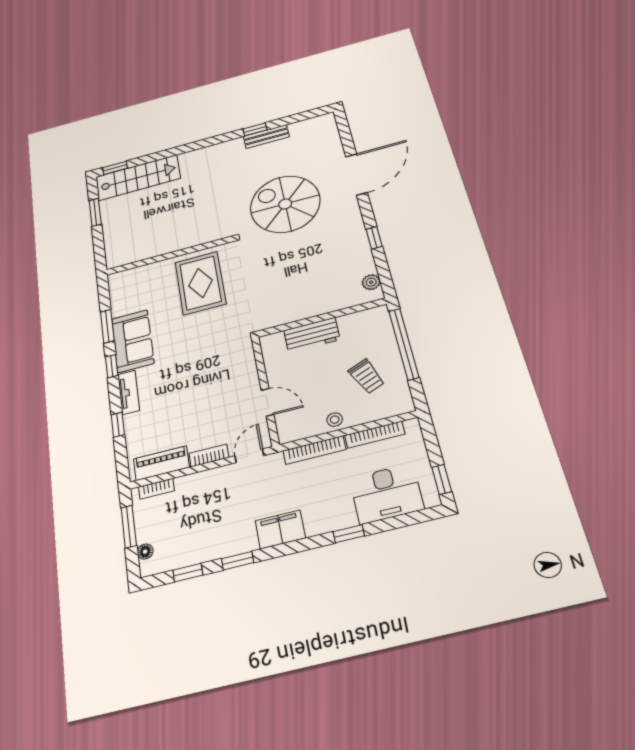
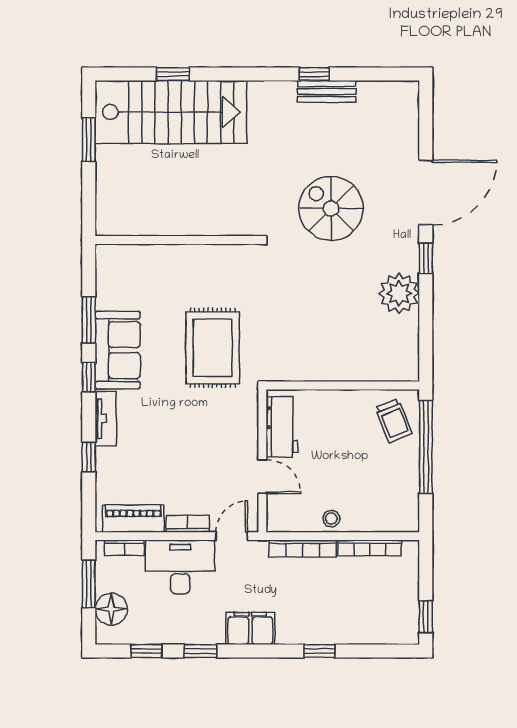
window: (115, 168) -> (173, 74), moved
stairs: (138, 178) -> (171, 112), width x1.36, depth x1.51
spiral stairs: (285, 204) -> (331, 208), width x0.73, depth x0.73
window: (374, 238) -> (426, 258), moved
plant: (371, 282) -> (399, 293), moved, width x1.88, depth x1.88
rug: (200, 283) -> (213, 348), moved
workbench: (312, 335) -> (282, 427), moved, turned -90
trolley: (367, 376) -> (394, 421), moved
desk: (386, 494) -> (180, 567), moved, turned 180
floor lamp: (145, 552) -> (111, 609), width x1.89, depth x1.89

